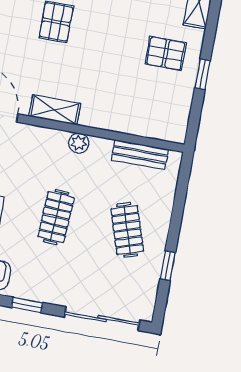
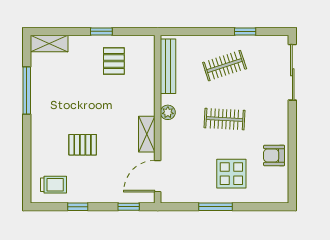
pallet: (166, 53) -> (114, 61), moved
bench: (140, 155) -> (168, 66), width x1.36
window: (27, 305) -> (292, 129), removed

